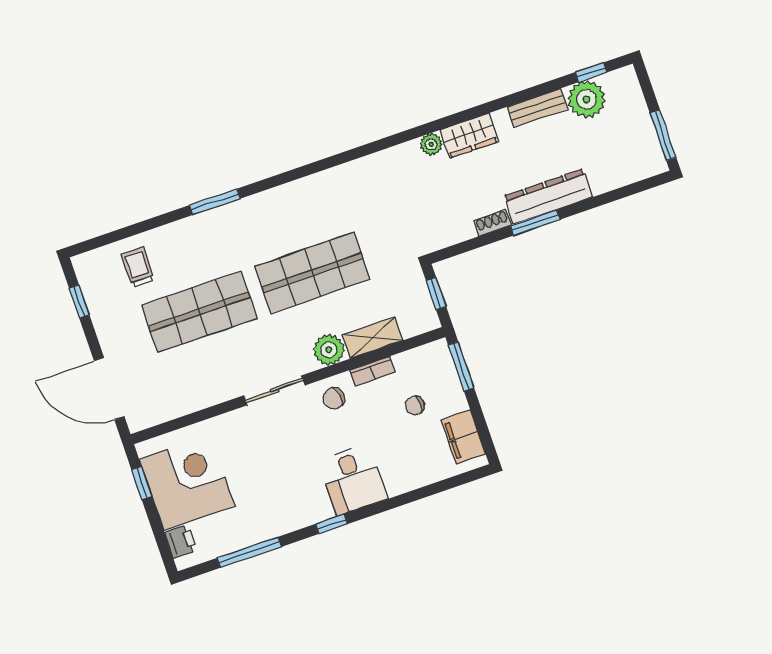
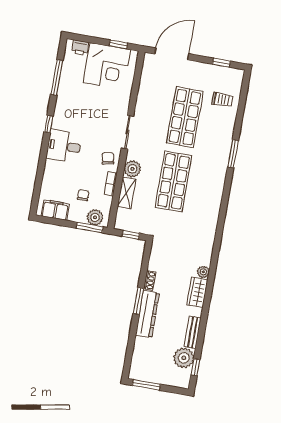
plant: (440, 367) -> (95, 217), added

